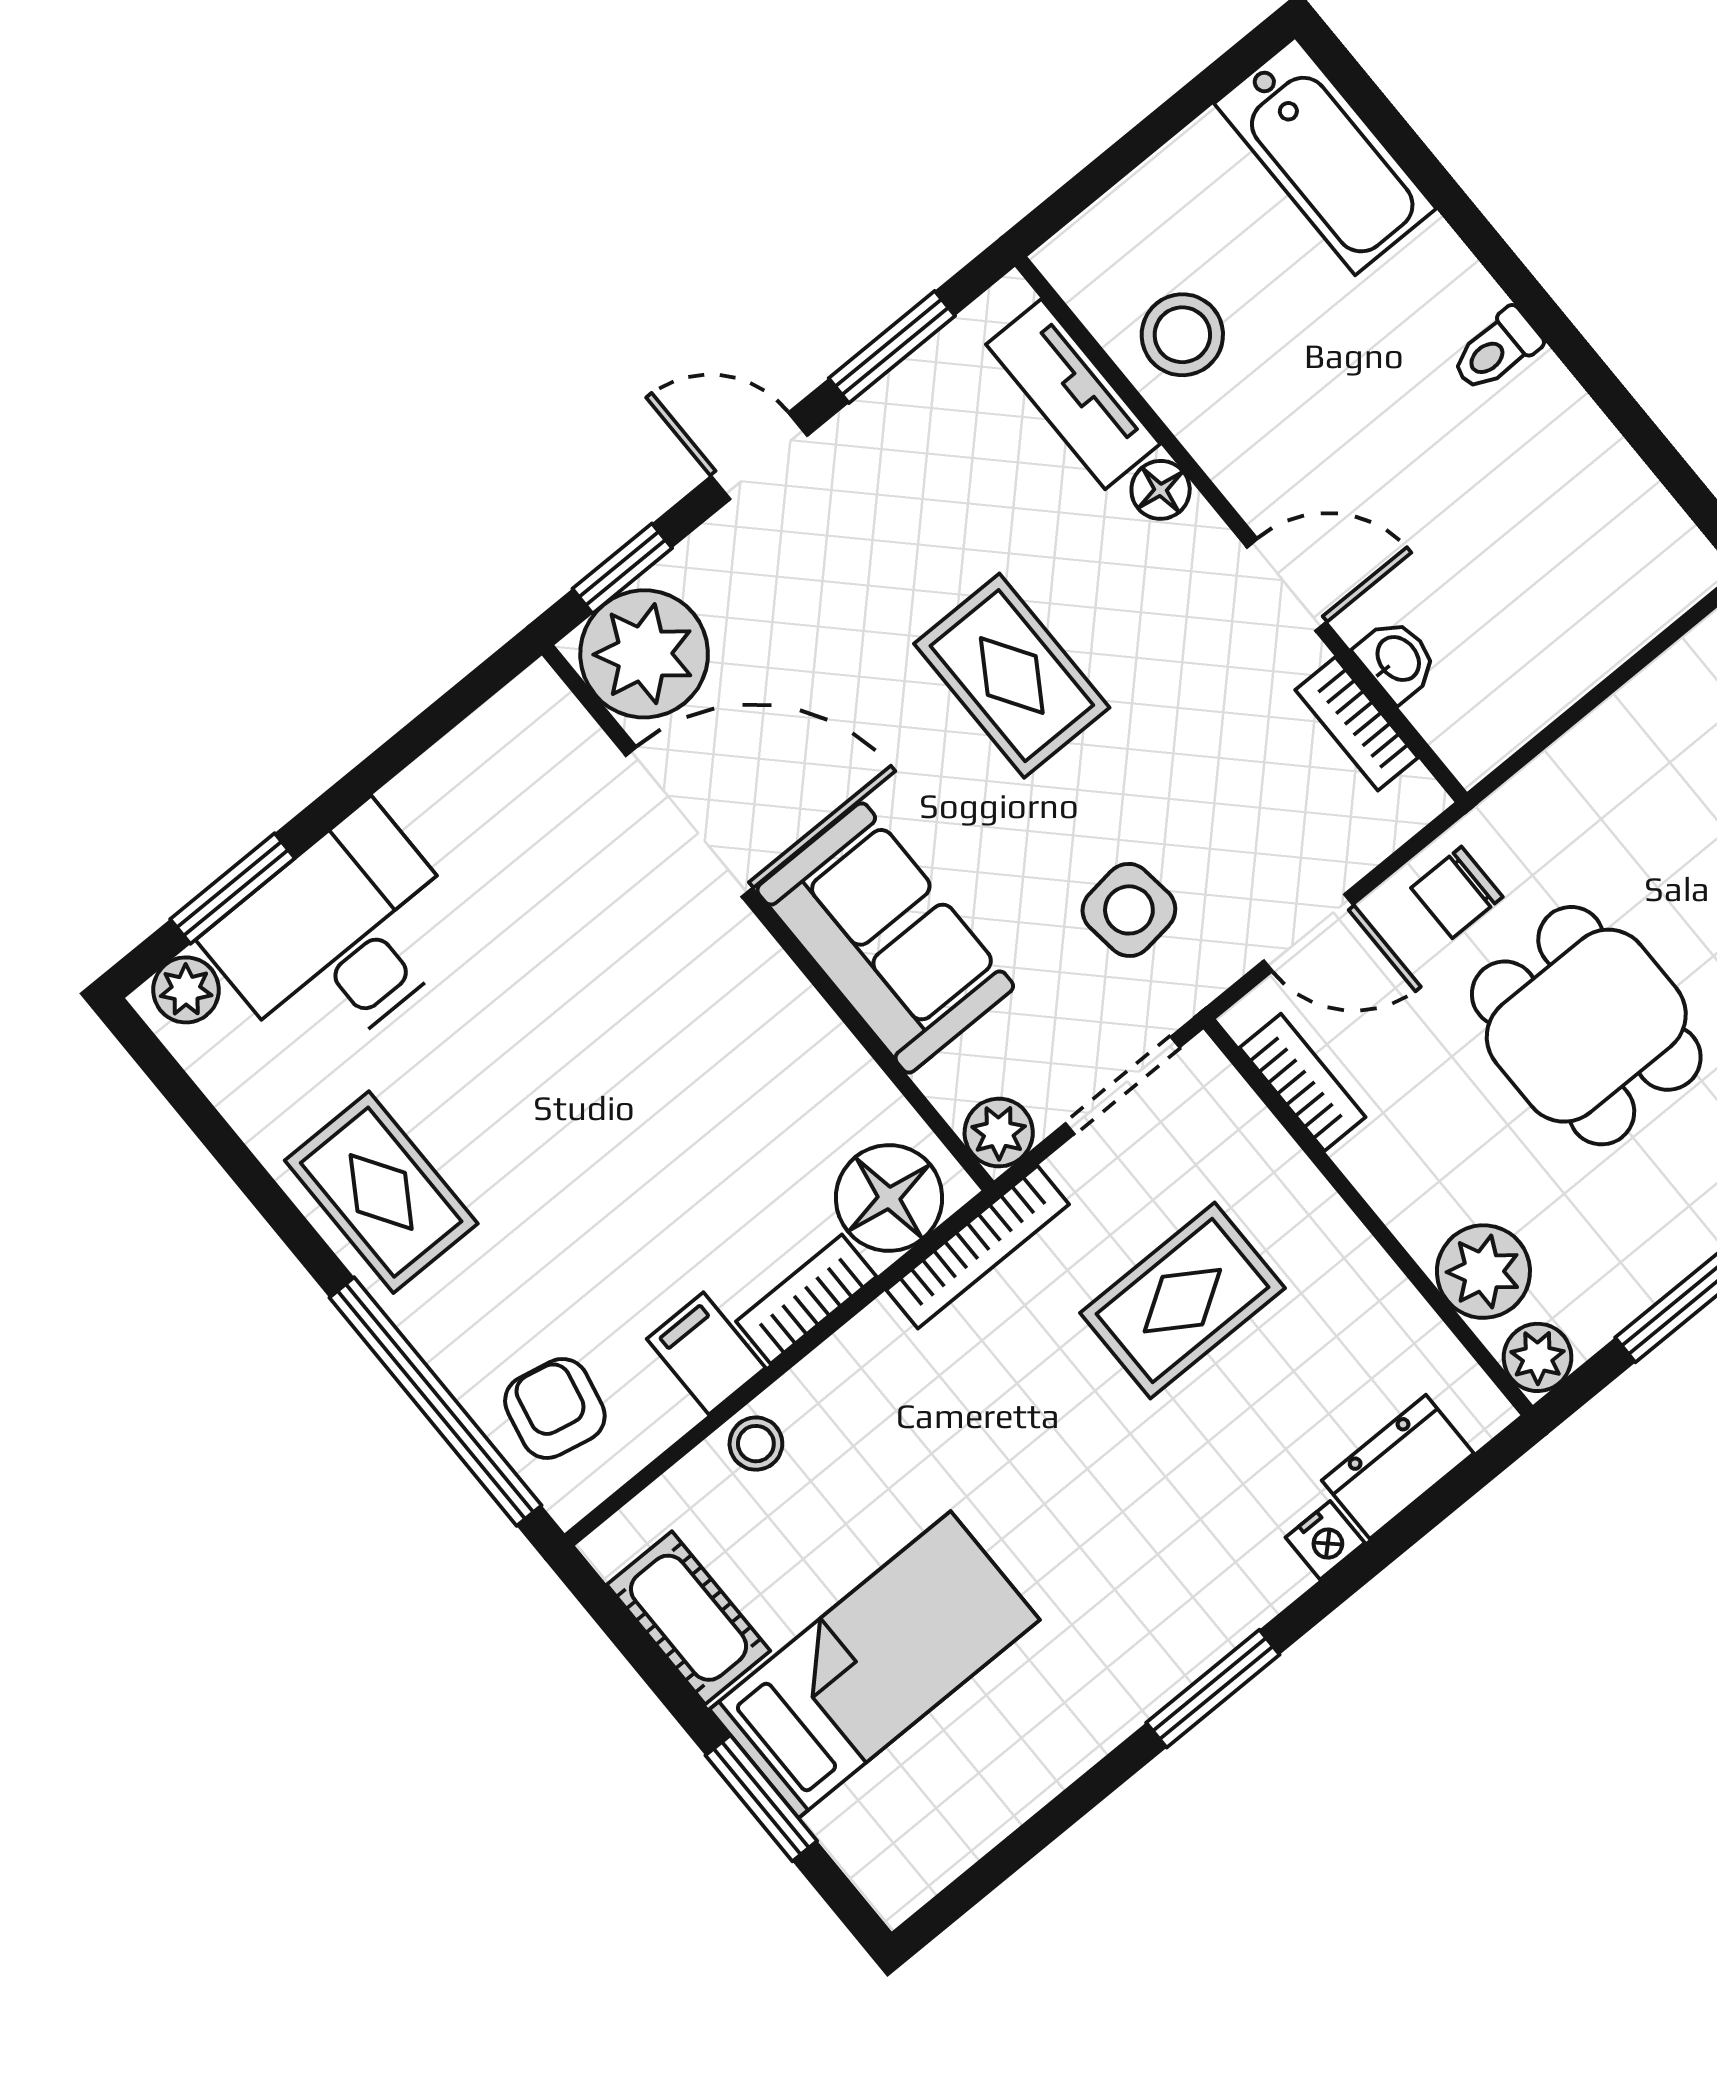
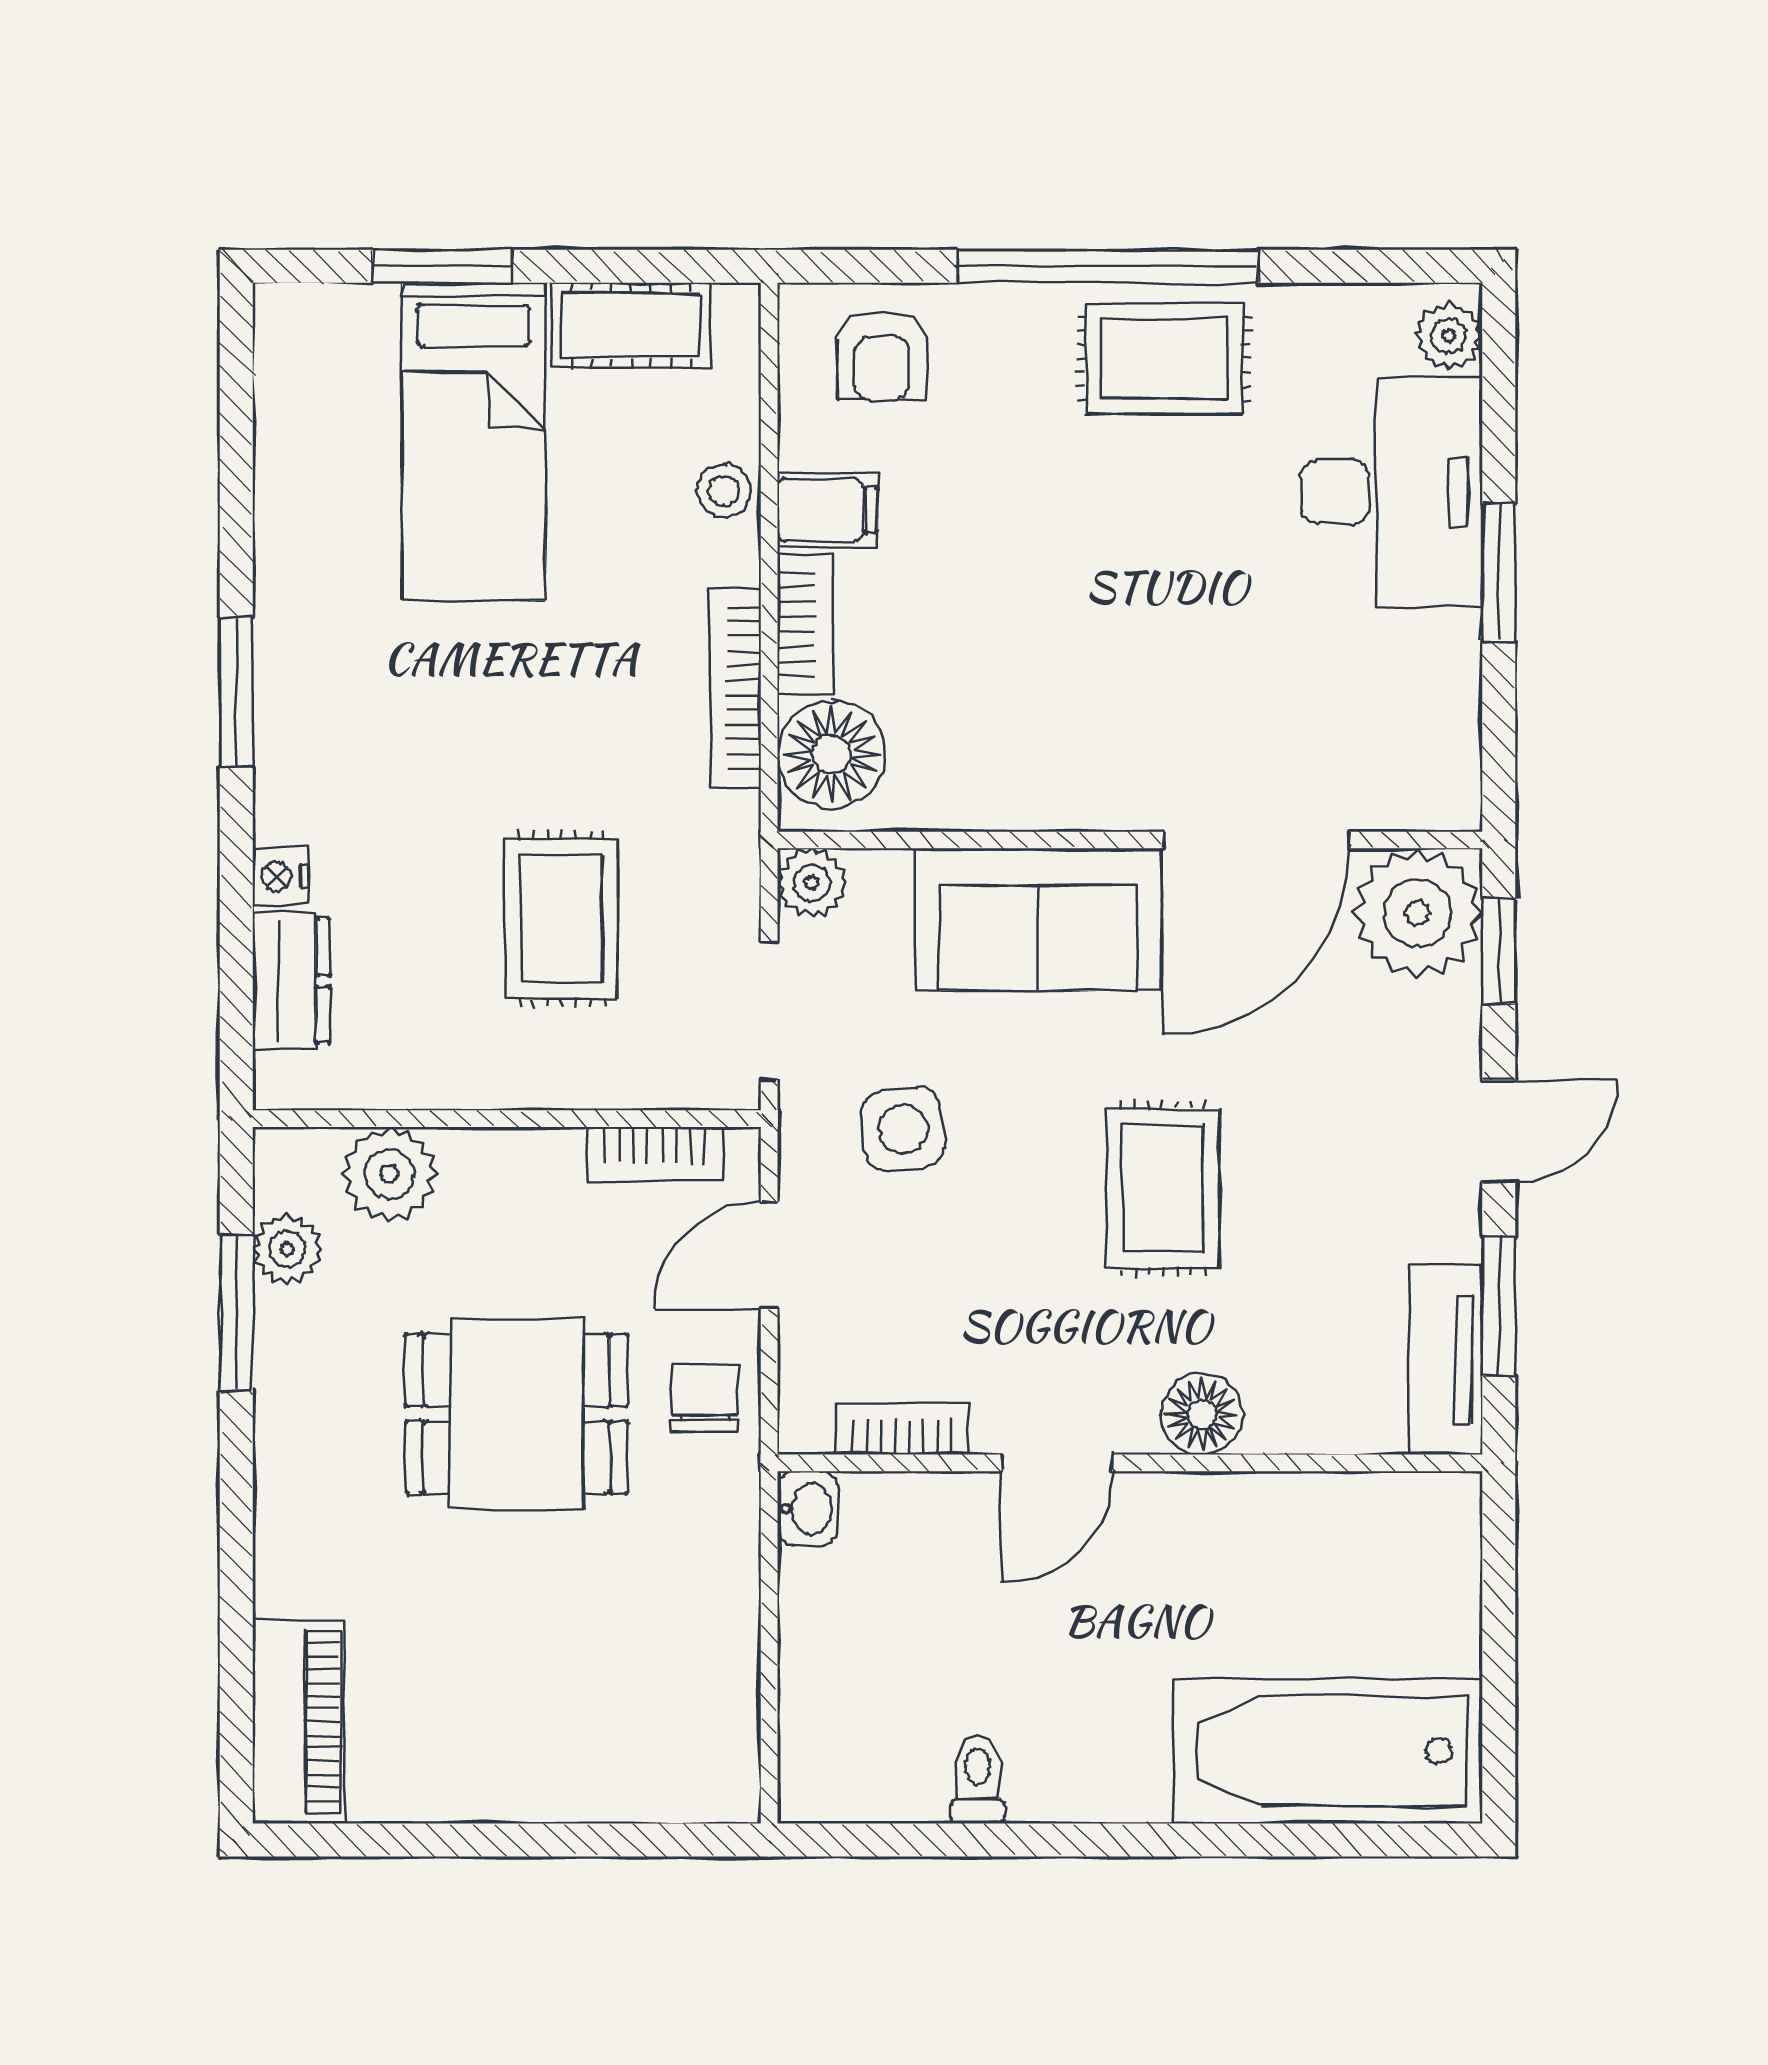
bathtub: (1325, 156) -> (1328, 1751), width x1.36, depth x1.36
stool: (1182, 335) -> (1321, 1542), removed
toilet: (1496, 350) -> (977, 1779), moved
tv unit: (1073, 394) -> (1446, 1359), moved, turned -90
floor lamp: (1161, 490) -> (1202, 1414), width x1.37, depth x1.37
washbasin: (1397, 660) -> (808, 1508), moved, turned -90
rug: (1012, 676) -> (1163, 1188), turned 90
window: (232, 889) -> (1499, 572), moved
bookcase: (978, 1247) -> (735, 688), moved
plant: (1538, 1357) -> (287, 1249), moved
window: (435, 1402) -> (1108, 266), moved
armchair: (555, 1408) -> (882, 356), turned 78

